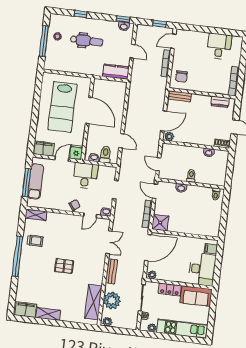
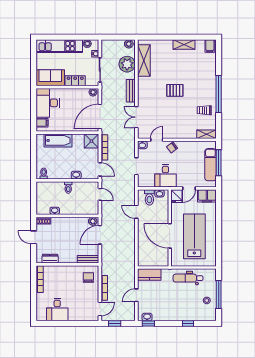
dental chair: (87, 41) -> (188, 278), moved
door: (132, 51) -> (136, 295), hinge flipped
bathtub: (196, 228) -> (58, 140), added
filing cabinet: (26, 310) -> (210, 46), width x0.50

